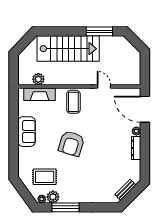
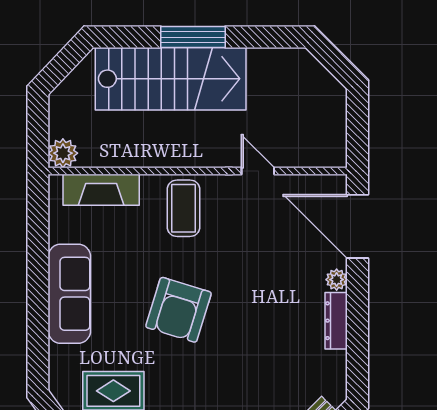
window: (99, 31) -> (193, 37), moved
plant: (38, 79) -> (63, 153), moved
sofa: (27, 132) -> (69, 294), width x1.36

